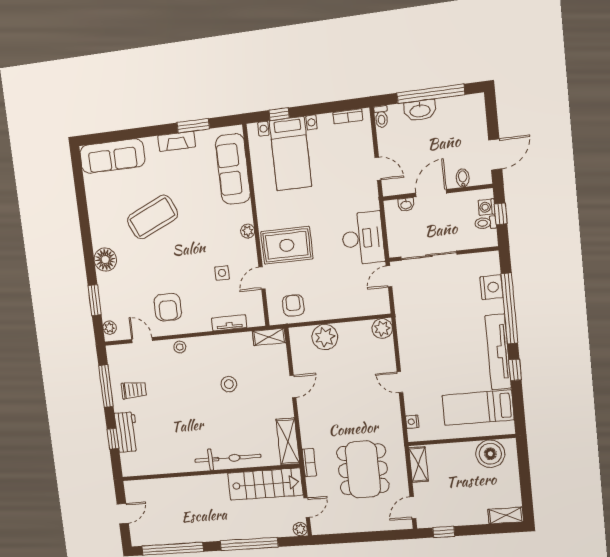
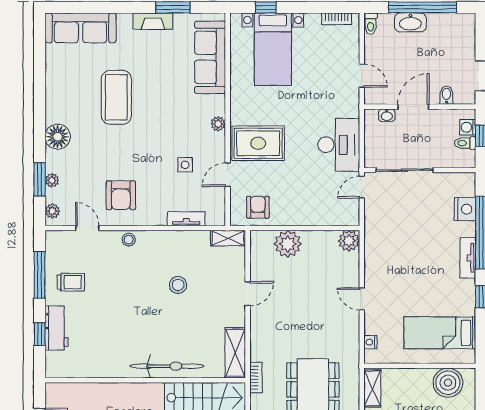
coffee table: (152, 217) -> (116, 97), turned -66
plant: (105, 300) -> (52, 180), added
tv unit: (498, 352) -> (468, 258), width x0.52, depth x0.78

